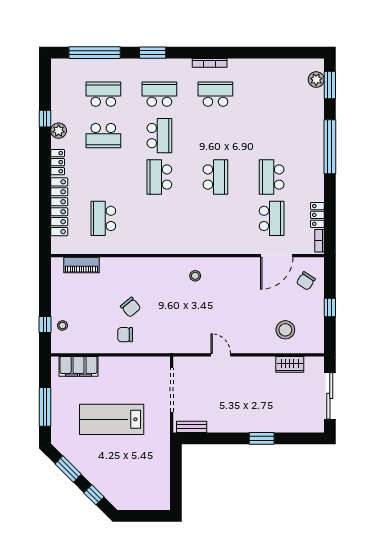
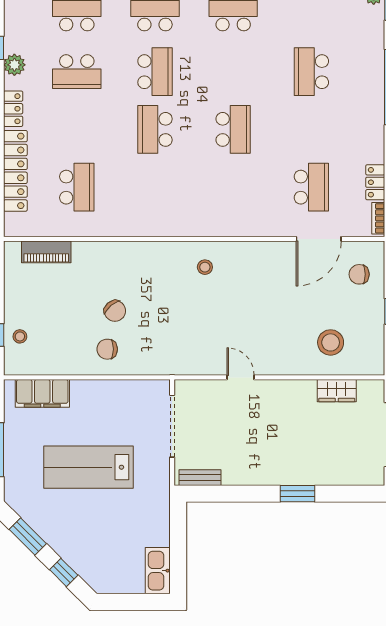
school desk: (272, 177) -> (311, 72), moved
school desk: (103, 218) -> (77, 187), turned 180
chair: (306, 281) -> (359, 274), turned 57
kitchen sink: (161, 493) -> (158, 571), added

